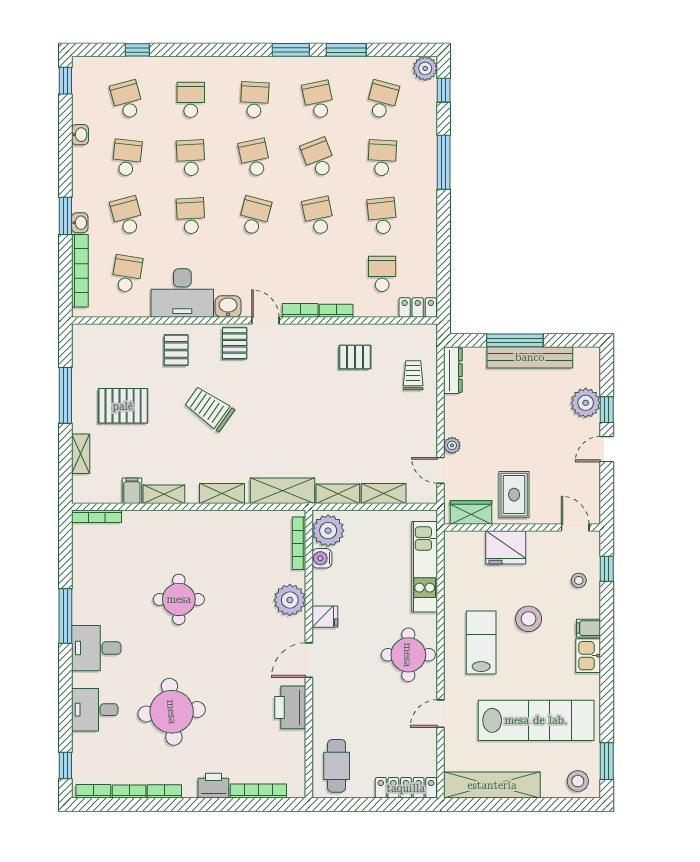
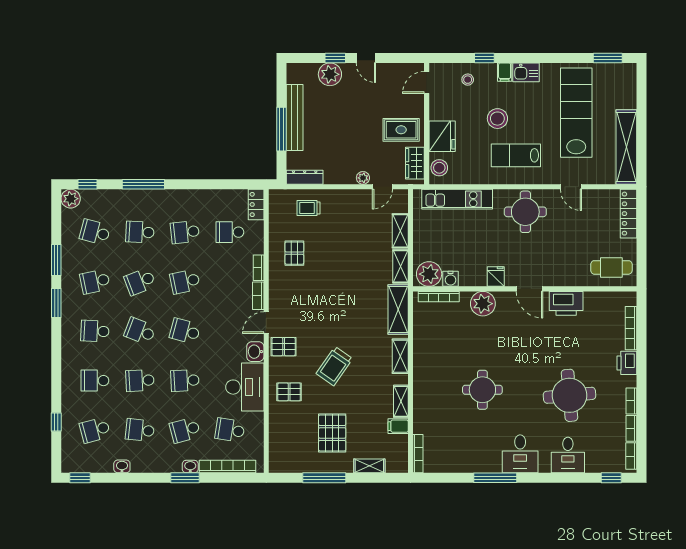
school desk: (255, 158) -> (140, 331), turned 33
window: (607, 569) -> (484, 58), moved
stool: (578, 781) -> (439, 168), moved

